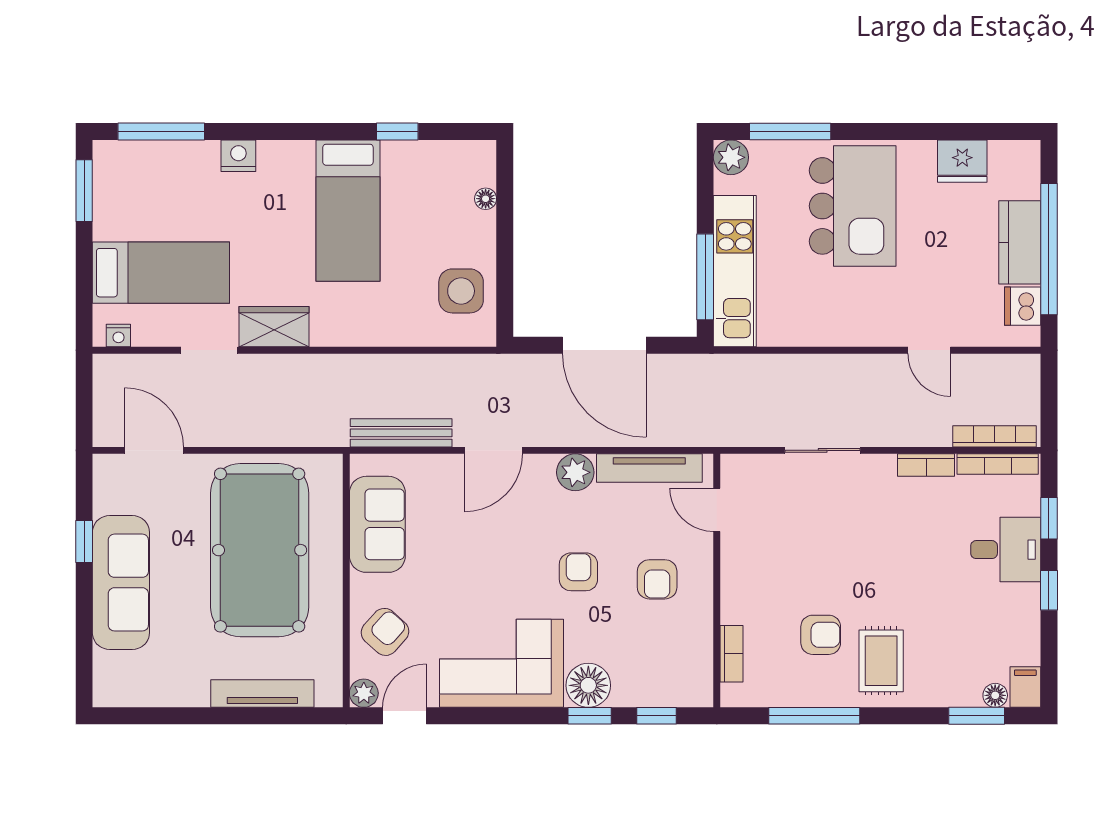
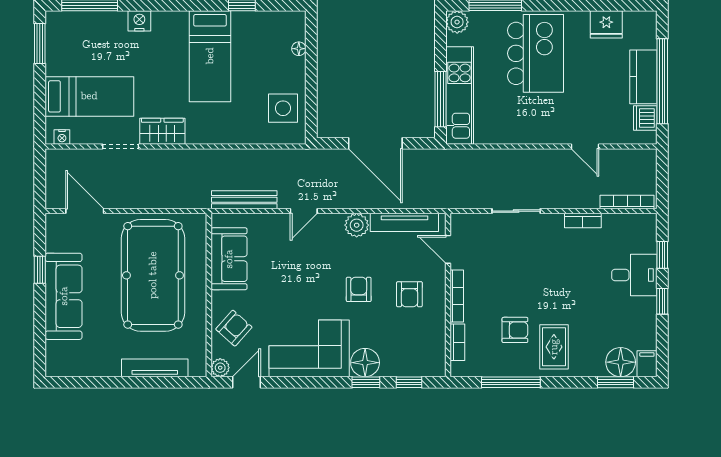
door: (493, 450) -> (304, 211), width x0.73
bookcase: (998, 464) -> (457, 296), moved, turned -90
floor lamp: (995, 695) -> (621, 362), width x1.89, depth x1.89

